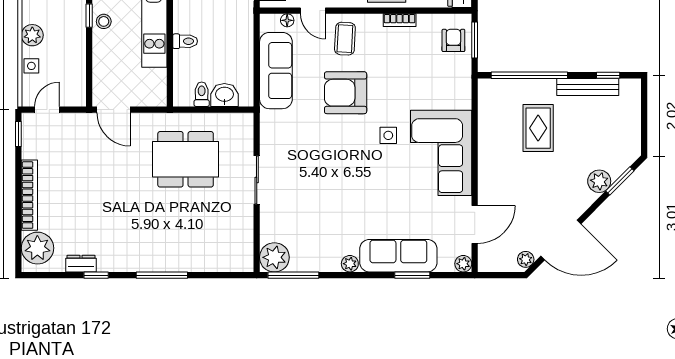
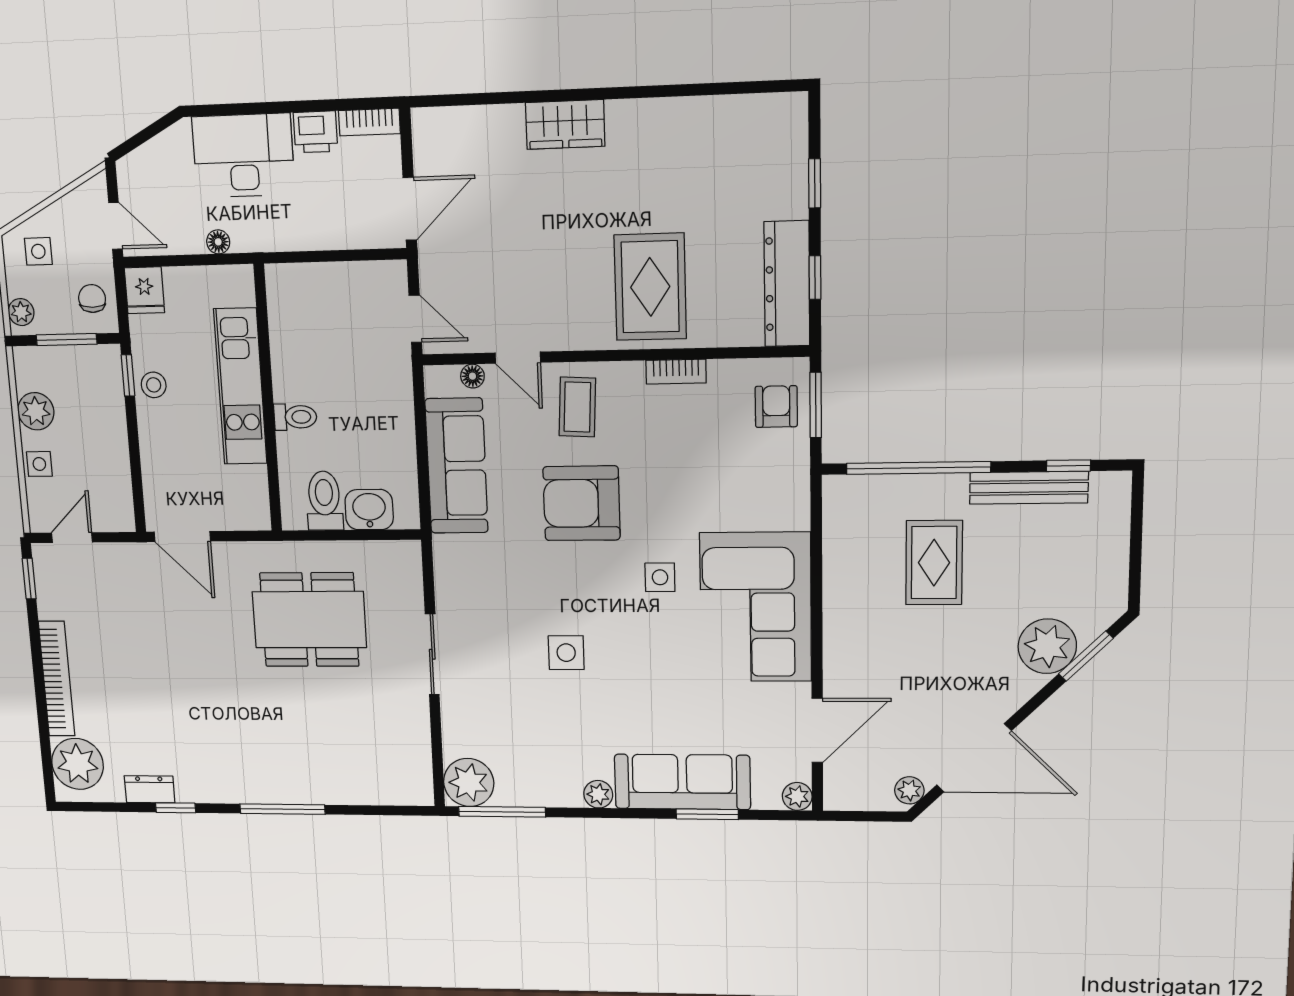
toilet: (202, 94) -> (324, 501), width x1.37, depth x1.39
side table: (334, 179) -> (566, 653), added
plant: (599, 181) -> (1047, 646), width x1.36, depth x1.36

